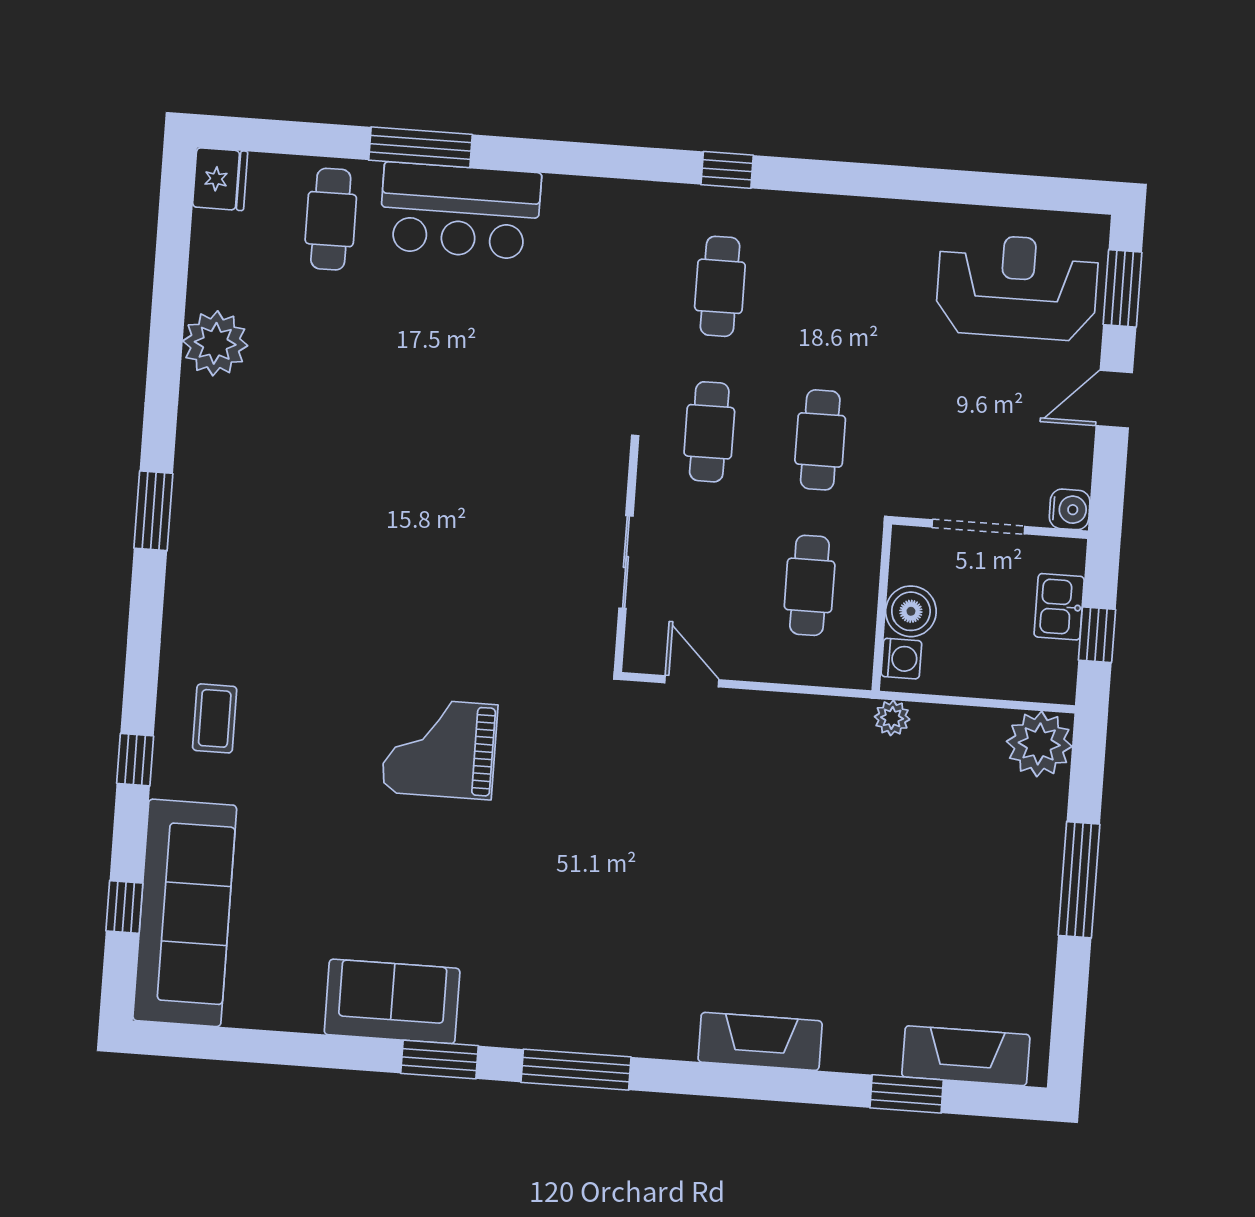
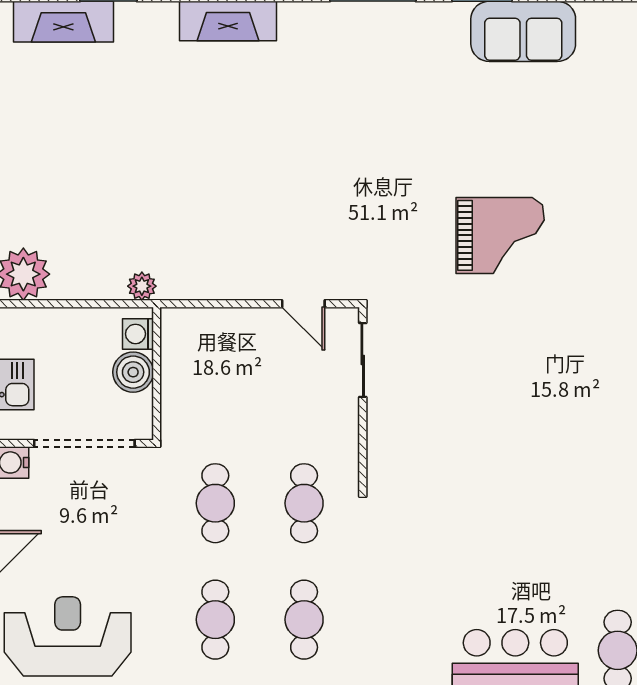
reception desk: (1017, 287) -> (68, 636), turned 180
doorway: (978, 527) -> (84, 443), width x1.36
sliding door: (626, 562) -> (363, 360), moved
cafe table: (810, 585) -> (215, 620), moved

